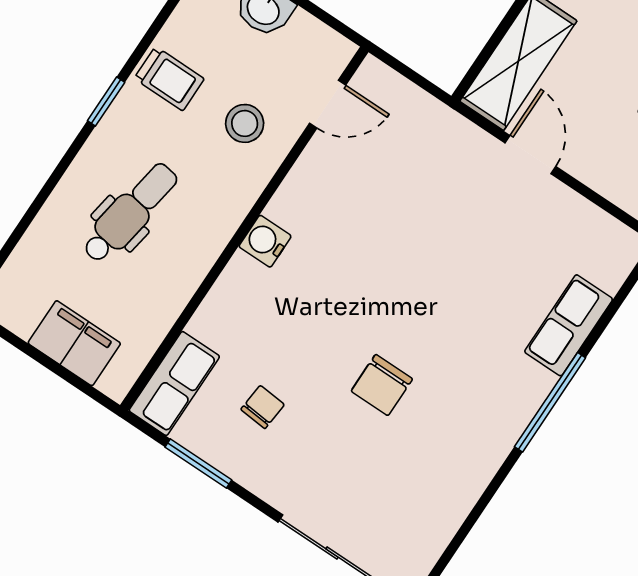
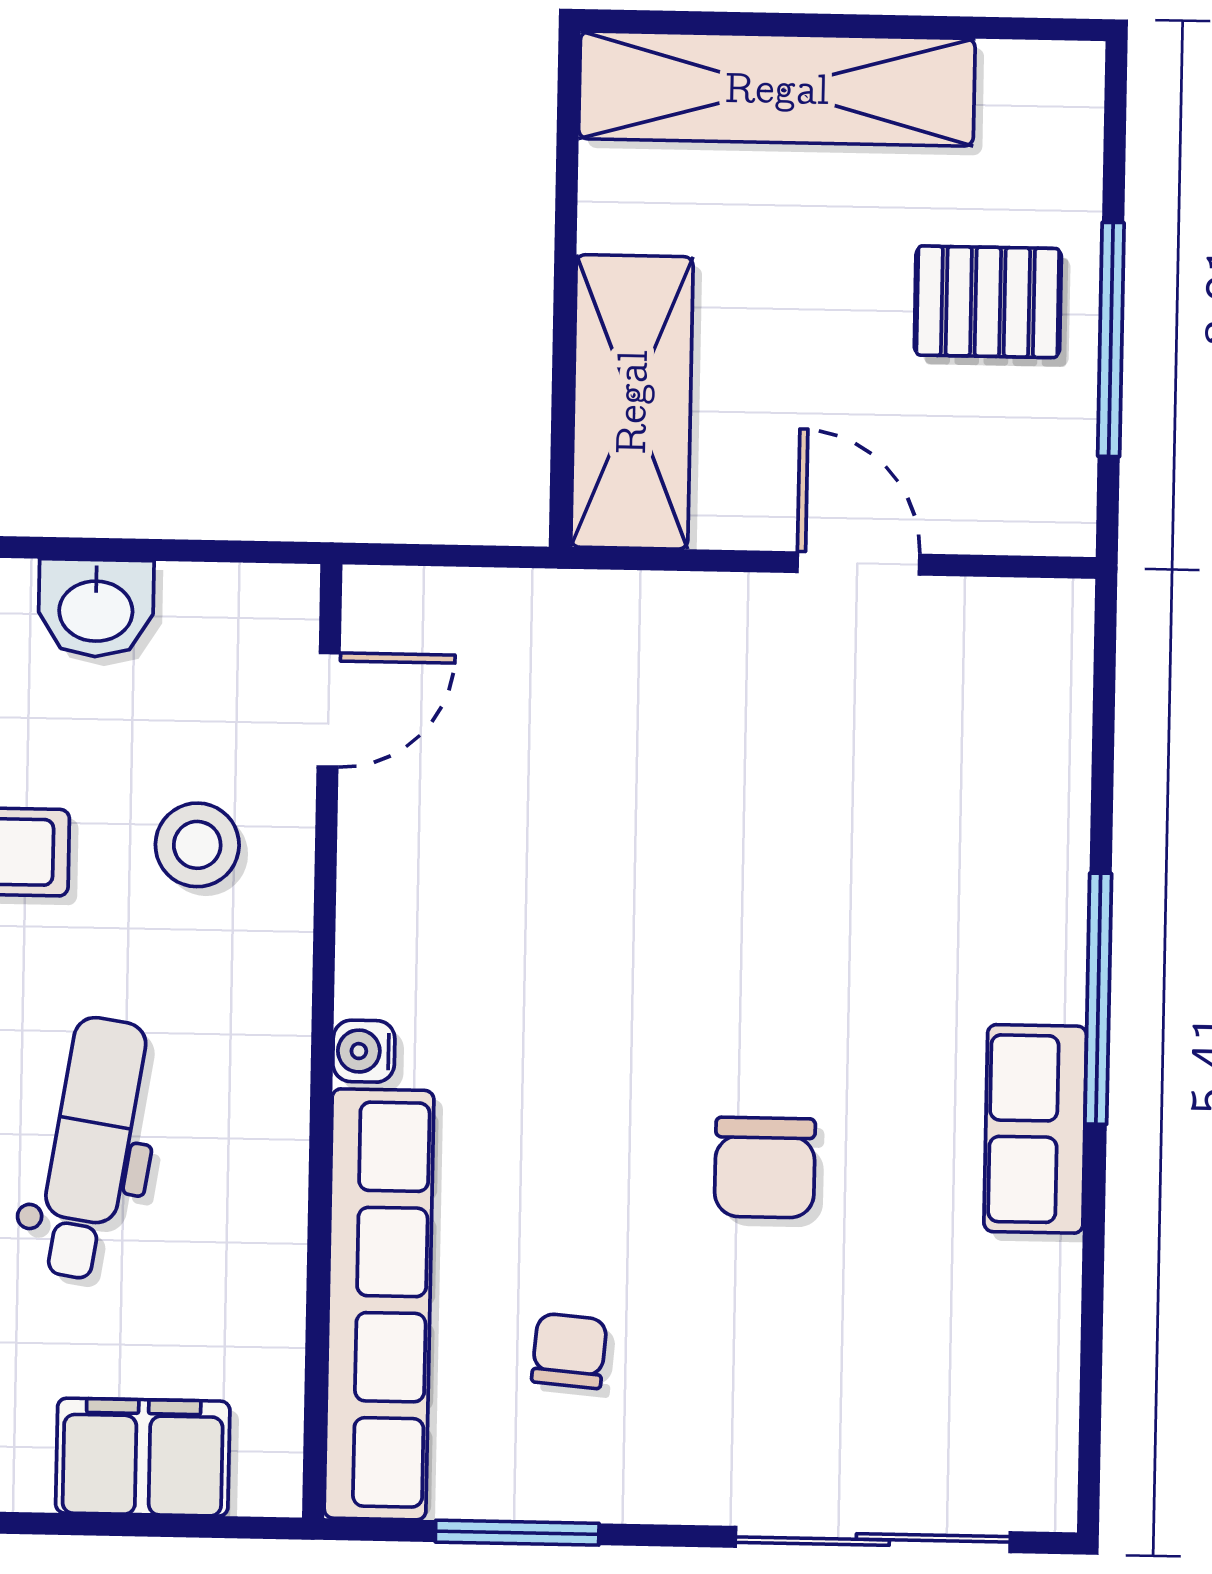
door: (530, 155) -> (858, 563), moved
water cooler: (265, 241) -> (364, 1051), width x0.72, depth x0.72
row of seats: (569, 325) -> (1035, 1129), moved
row of seats: (174, 383) -> (379, 1304), width x2.02

